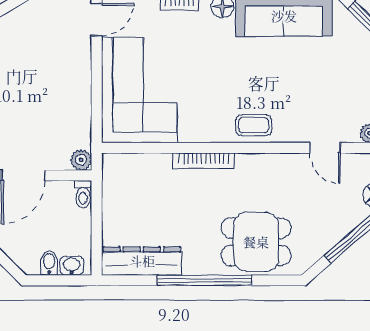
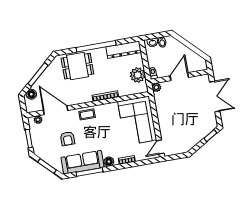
armchair: (309, 77) -> (68, 139), added
door: (325, 148) -> (56, 110), width x1.88
plant: (120, 196) -> (138, 75), added

